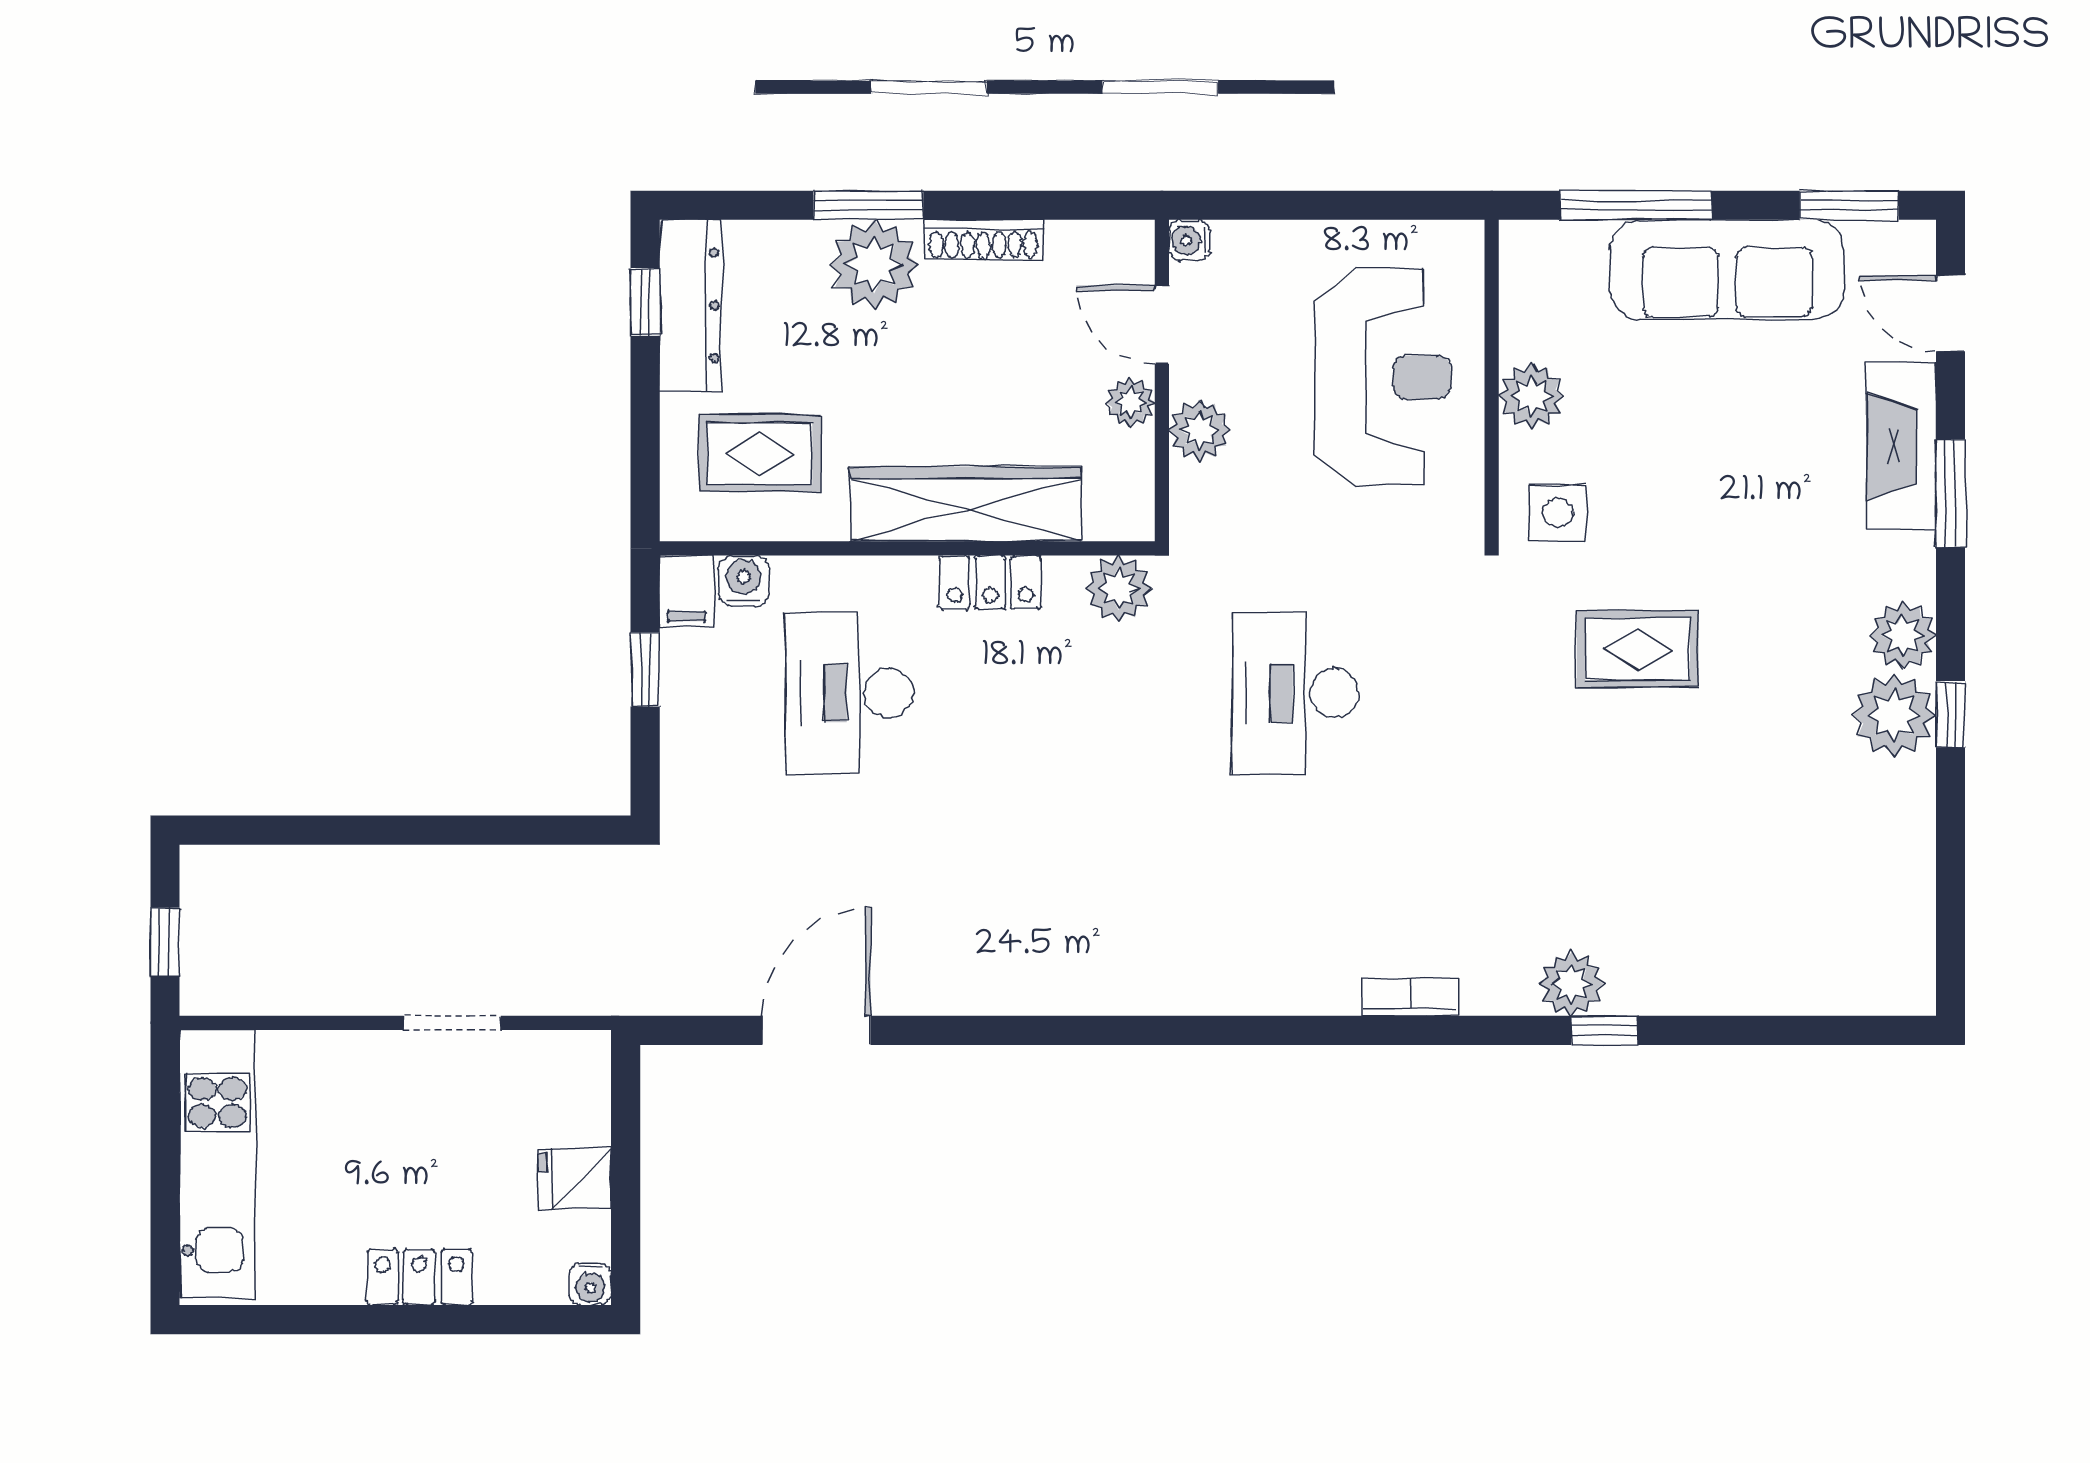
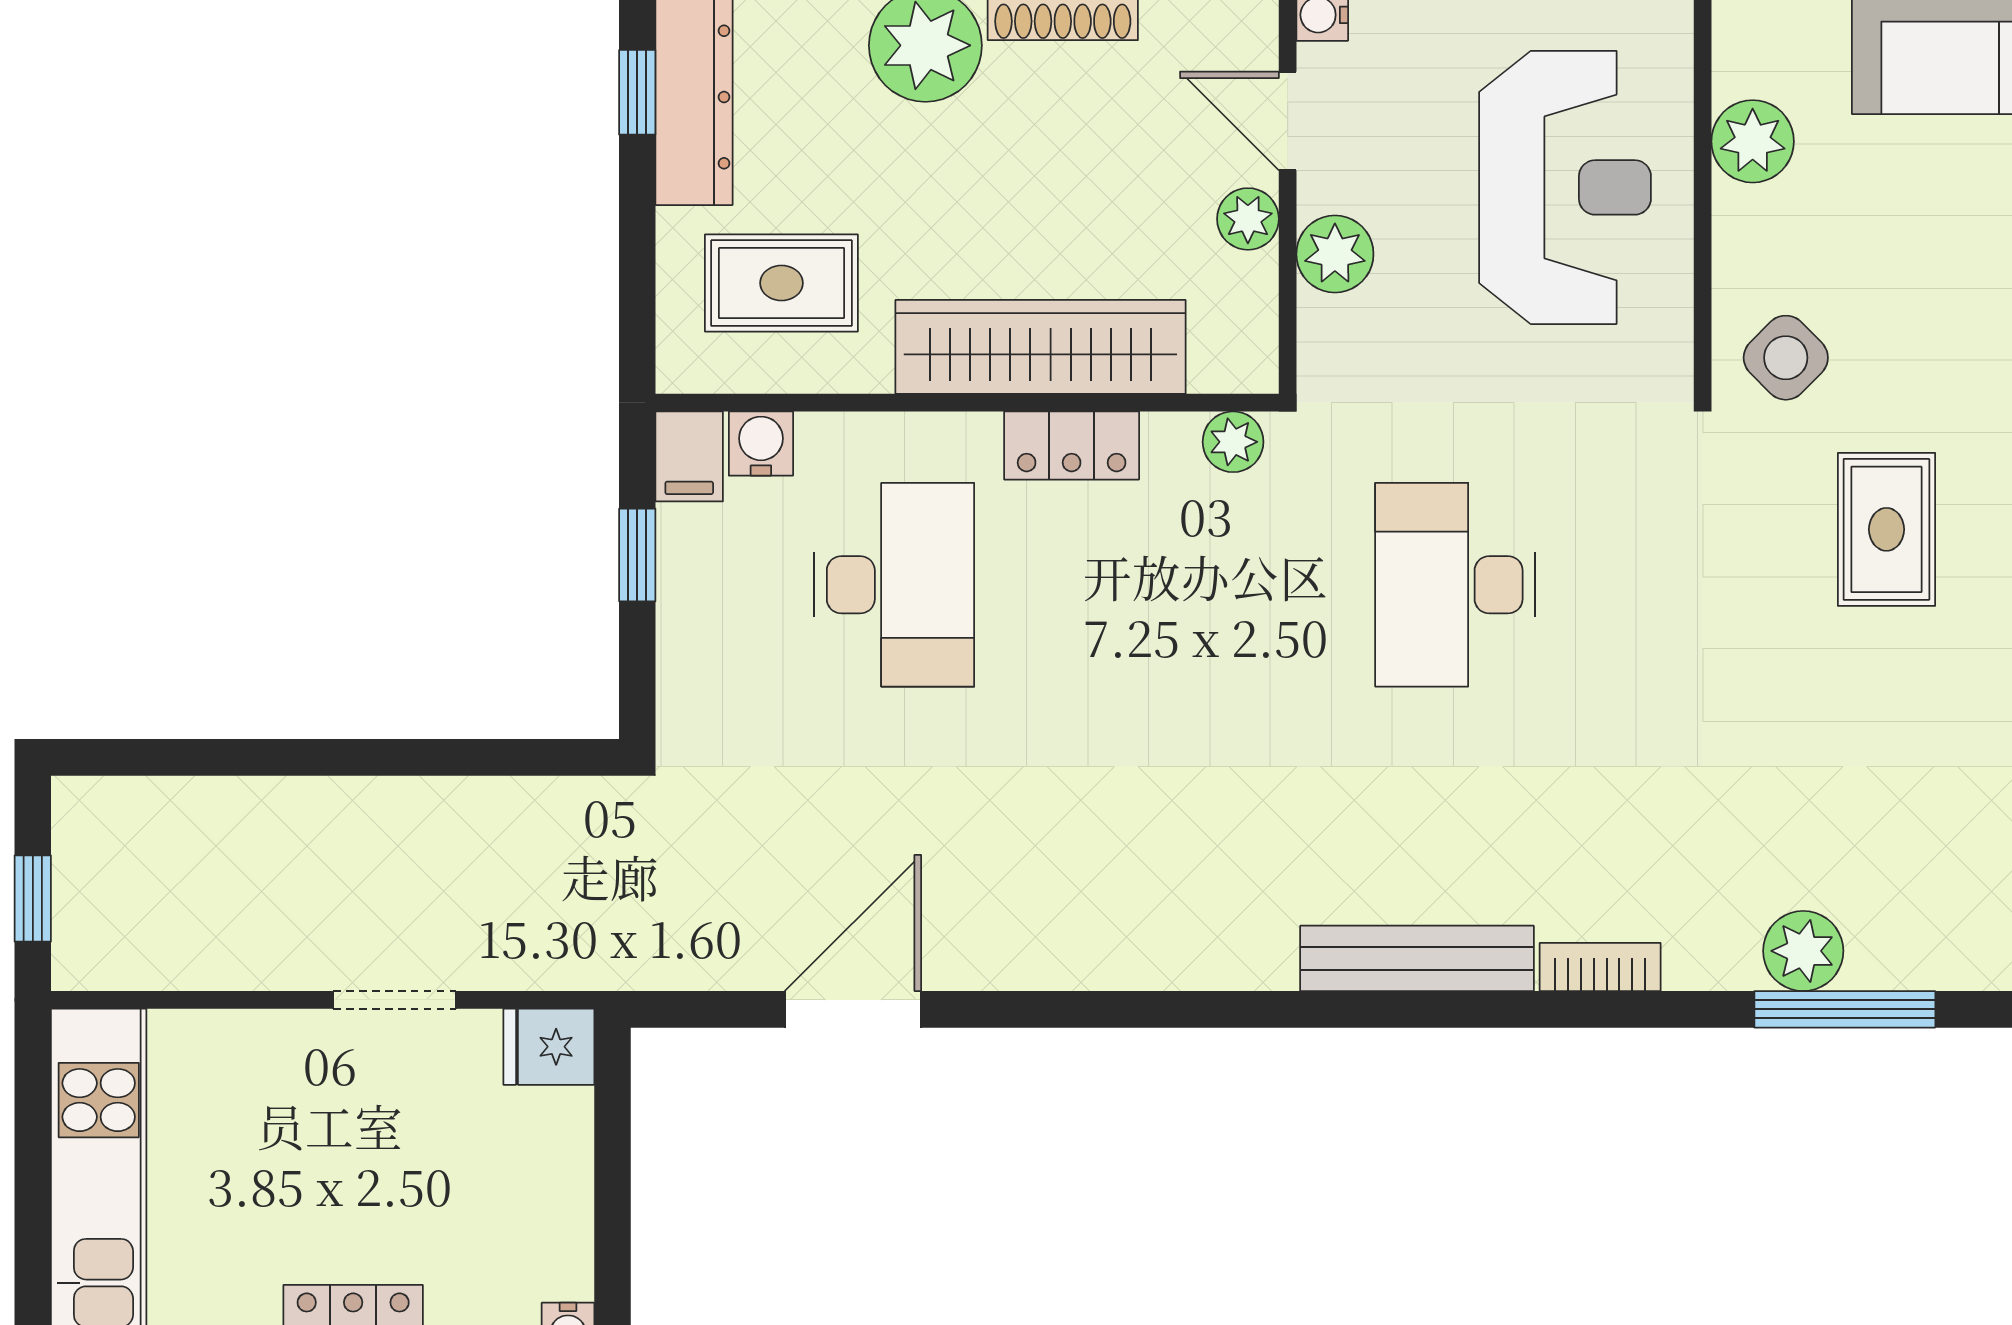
plant: (1531, 396) -> (1753, 141), moved
side table: (1558, 513) -> (1786, 358), turned 45
plant: (1119, 589) -> (1233, 442), width x0.73, depth x0.73
rug: (1638, 649) -> (1886, 529), turned 90
desk: (849, 693) -> (894, 585), turned 180
bench: (1265, 990) -> (1417, 958), added
window: (1605, 1030) -> (1845, 1009), width x2.17
fridge: (575, 1178) -> (549, 1047), moved

